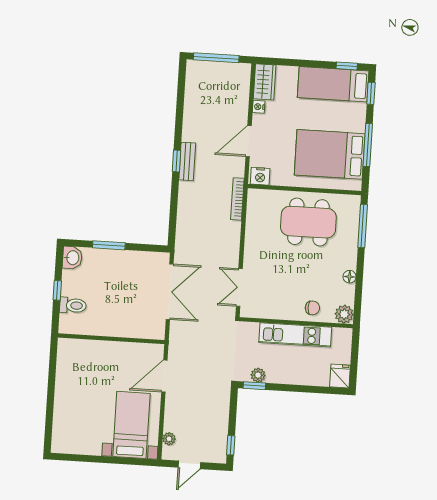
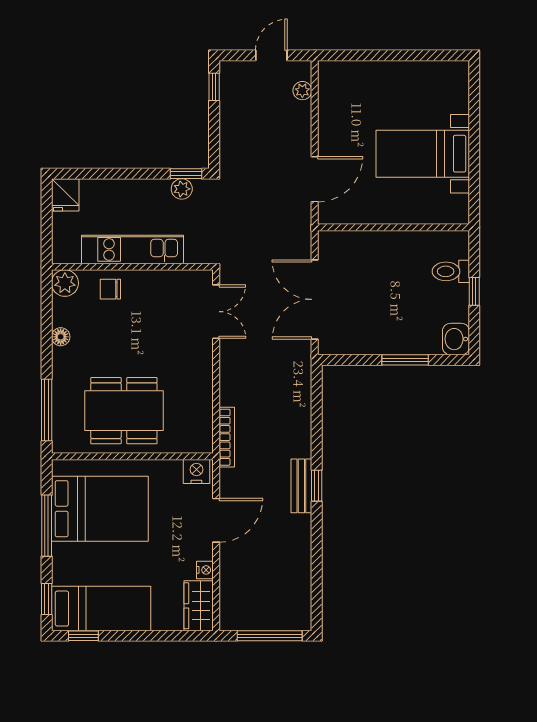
bed with nightstands: (131, 425) -> (423, 154), moved, turned 90

